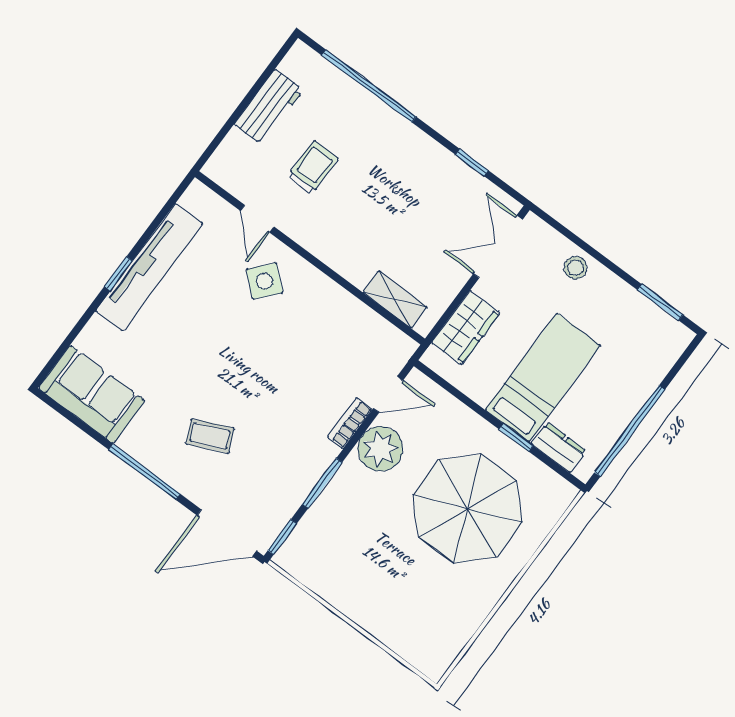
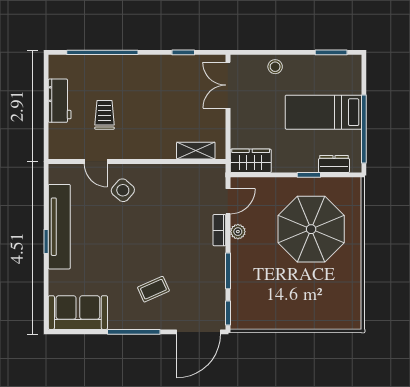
wardrobe: (466, 328) -> (251, 161), moved, turned -90
bed: (543, 378) -> (324, 112), moved, turned -90
plant: (380, 449) -> (238, 232), width x0.53, depth x0.53

